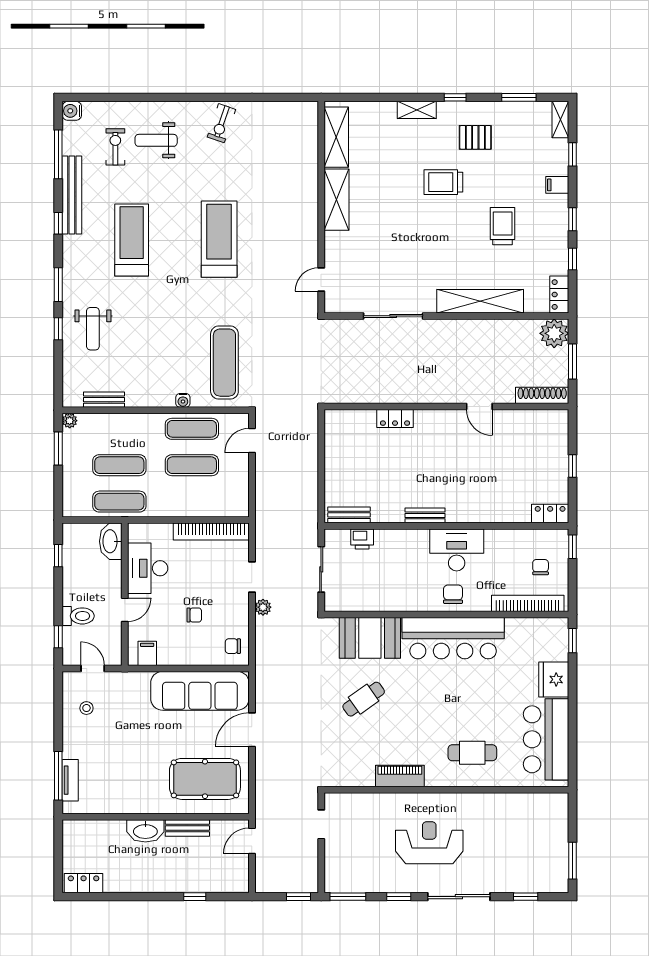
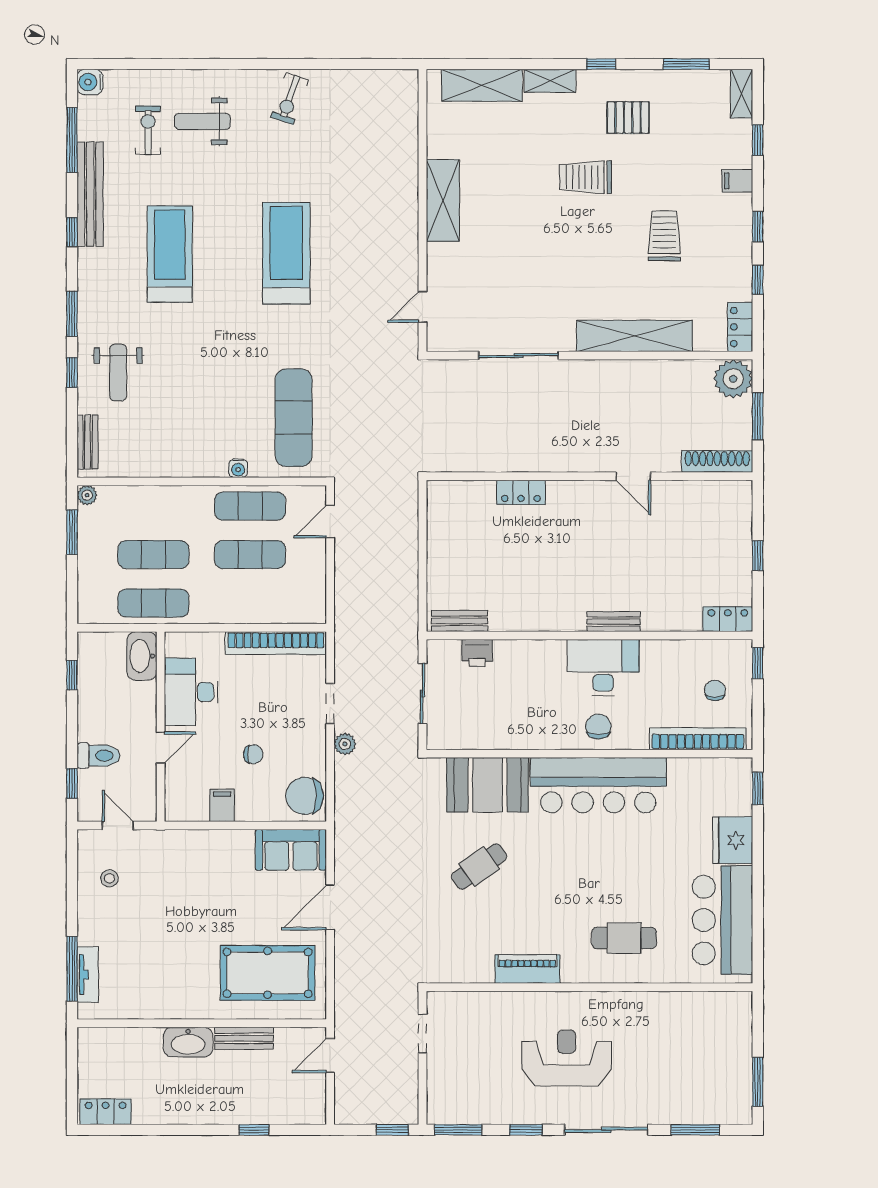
shelving: (336, 137) -> (482, 85), moved, turned 90
bench: (104, 400) -> (88, 442), moved, turned 90
bench: (425, 515) -> (613, 622), moved
chair: (233, 646) -> (305, 796), width x1.87, depth x1.87
filing cabinet: (147, 653) -> (222, 805), moved
sofa: (200, 691) -> (291, 850), width x0.54, depth x0.79
window: (526, 897) -> (695, 1130), width x1.50

